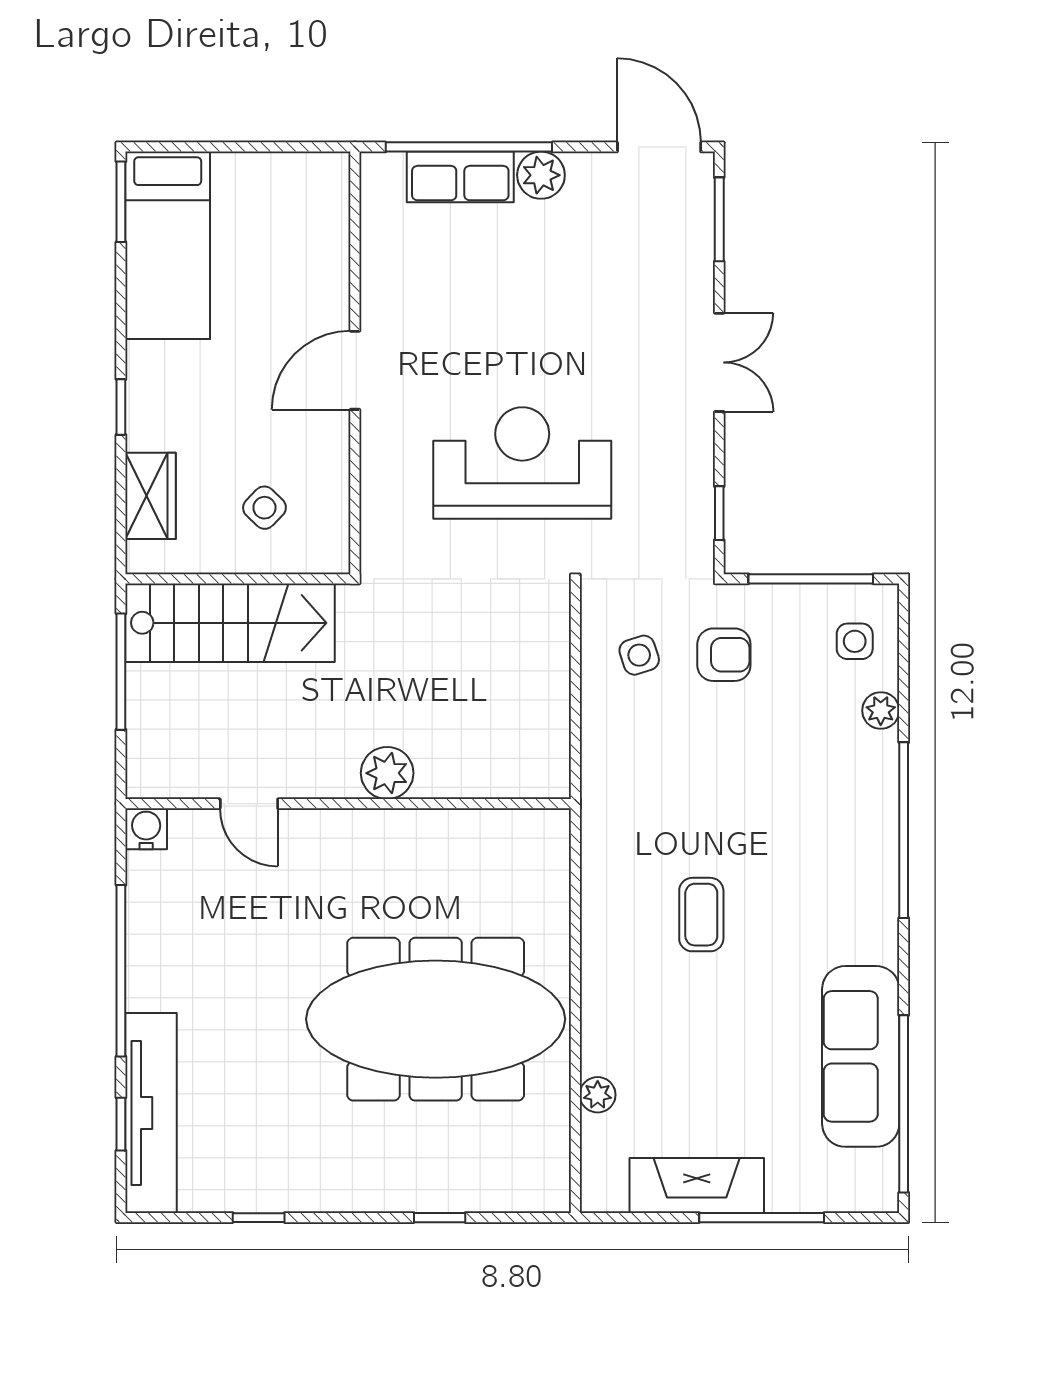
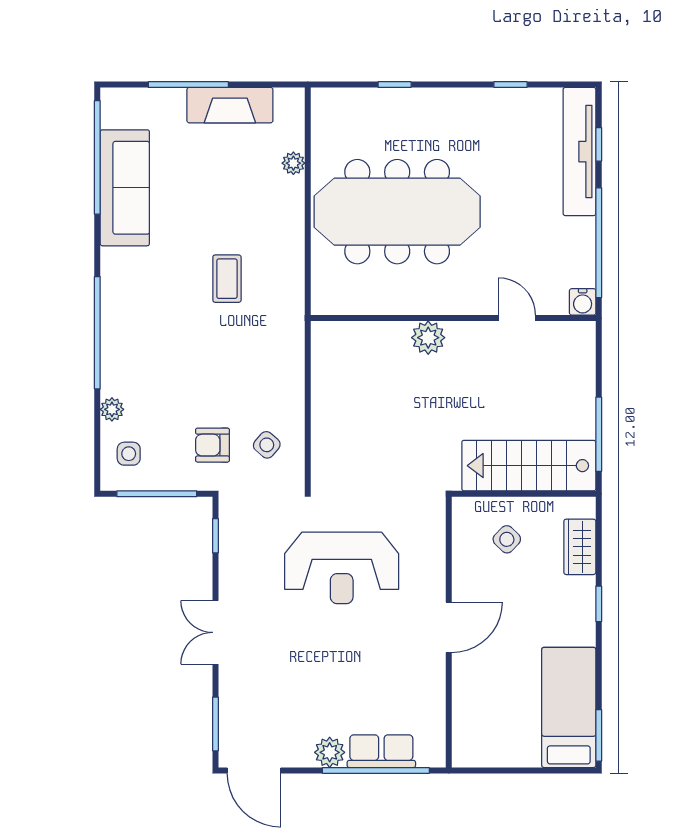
side table: (639, 655) -> (267, 445), turned -31
plant: (387, 773) -> (428, 338), moved
door: (249, 804) -> (517, 318), moved
wall: (348, 804) -> (453, 318), moved
water cooler: (146, 829) -> (583, 302), moved

